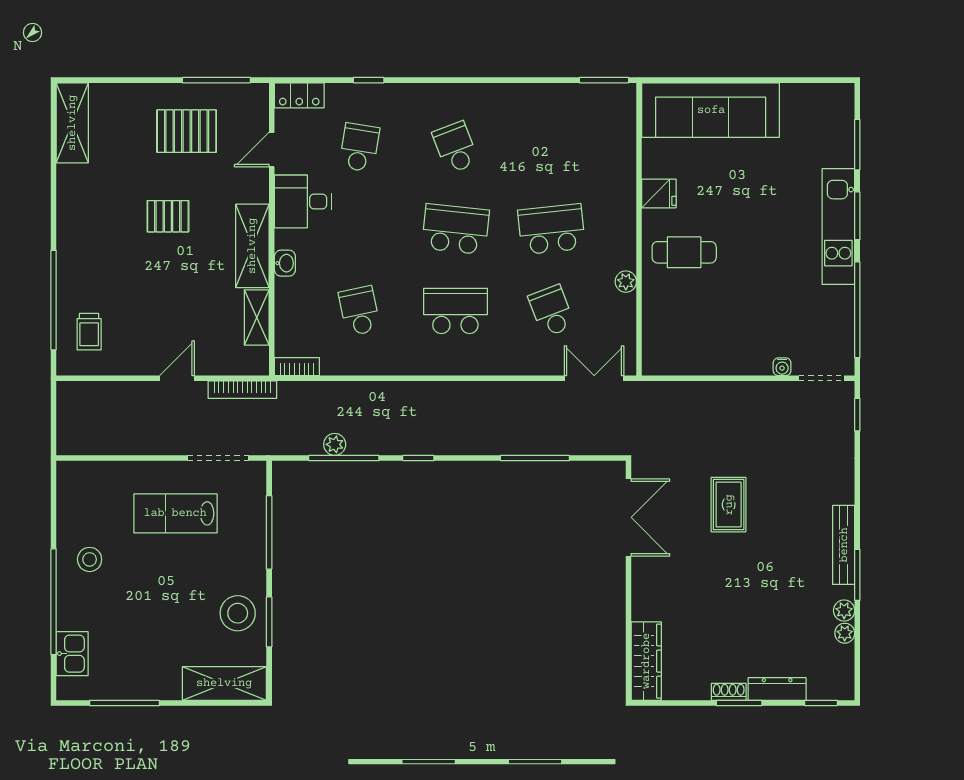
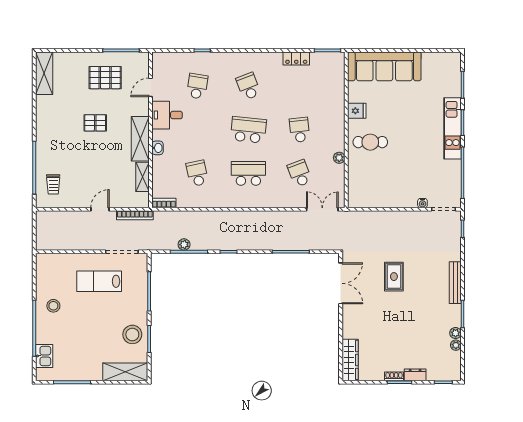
locker: (299, 95) -> (296, 58), moved
school desk: (552, 229) -> (300, 130), width x0.54
bench: (844, 545) -> (455, 283), moved
dresser: (777, 689) -> (415, 375), width x0.70

